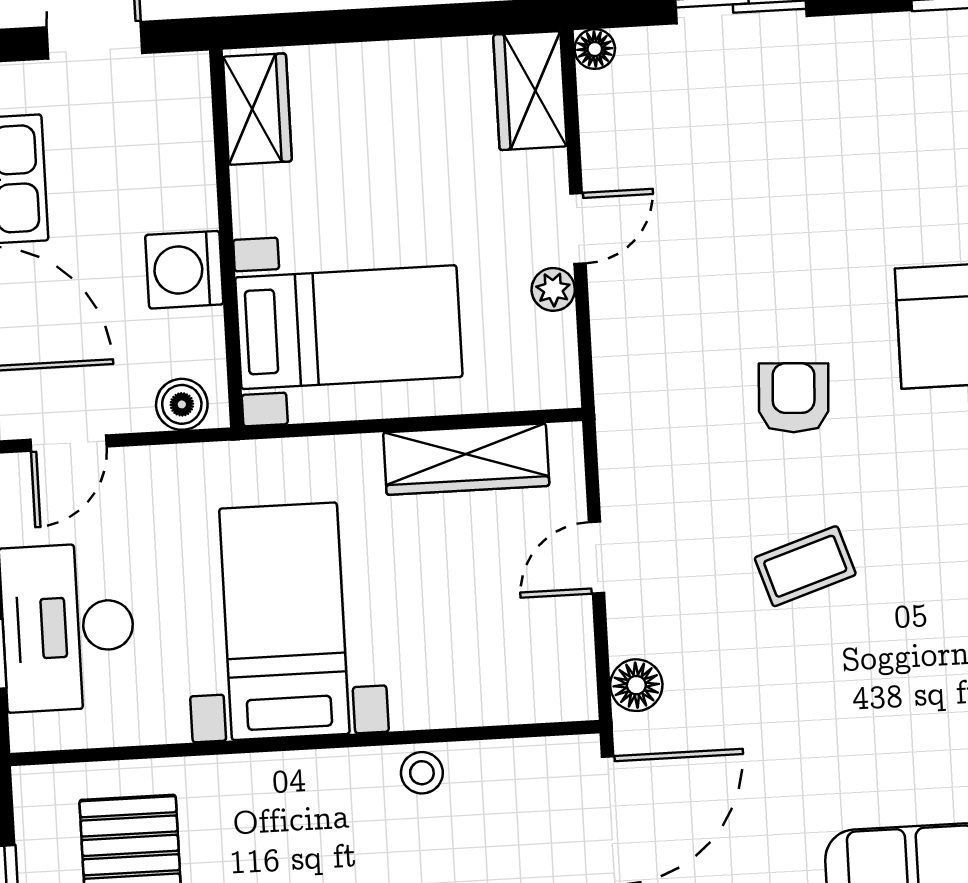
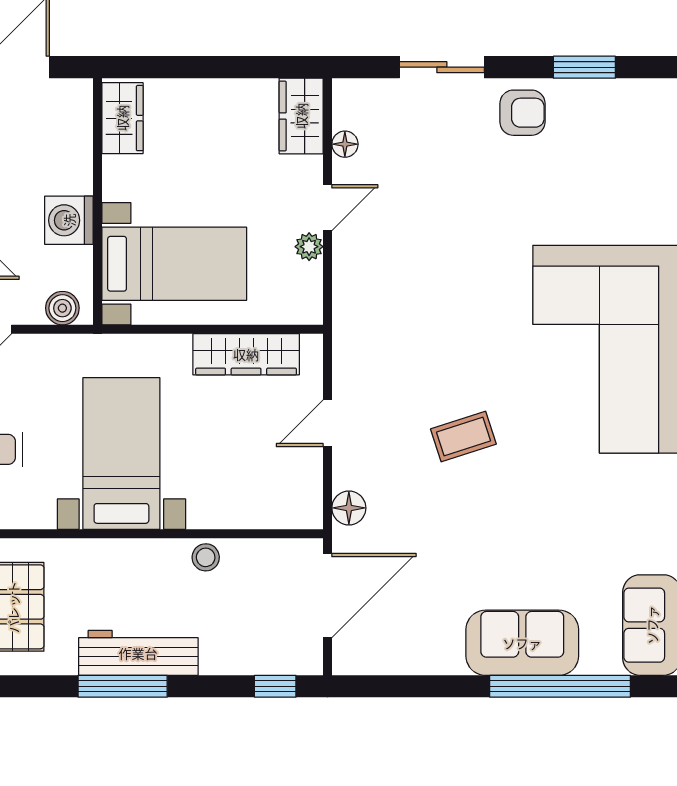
floor lamp: (595, 49) -> (345, 144), moved
armchair: (794, 398) -> (522, 113), moved, turned 87

